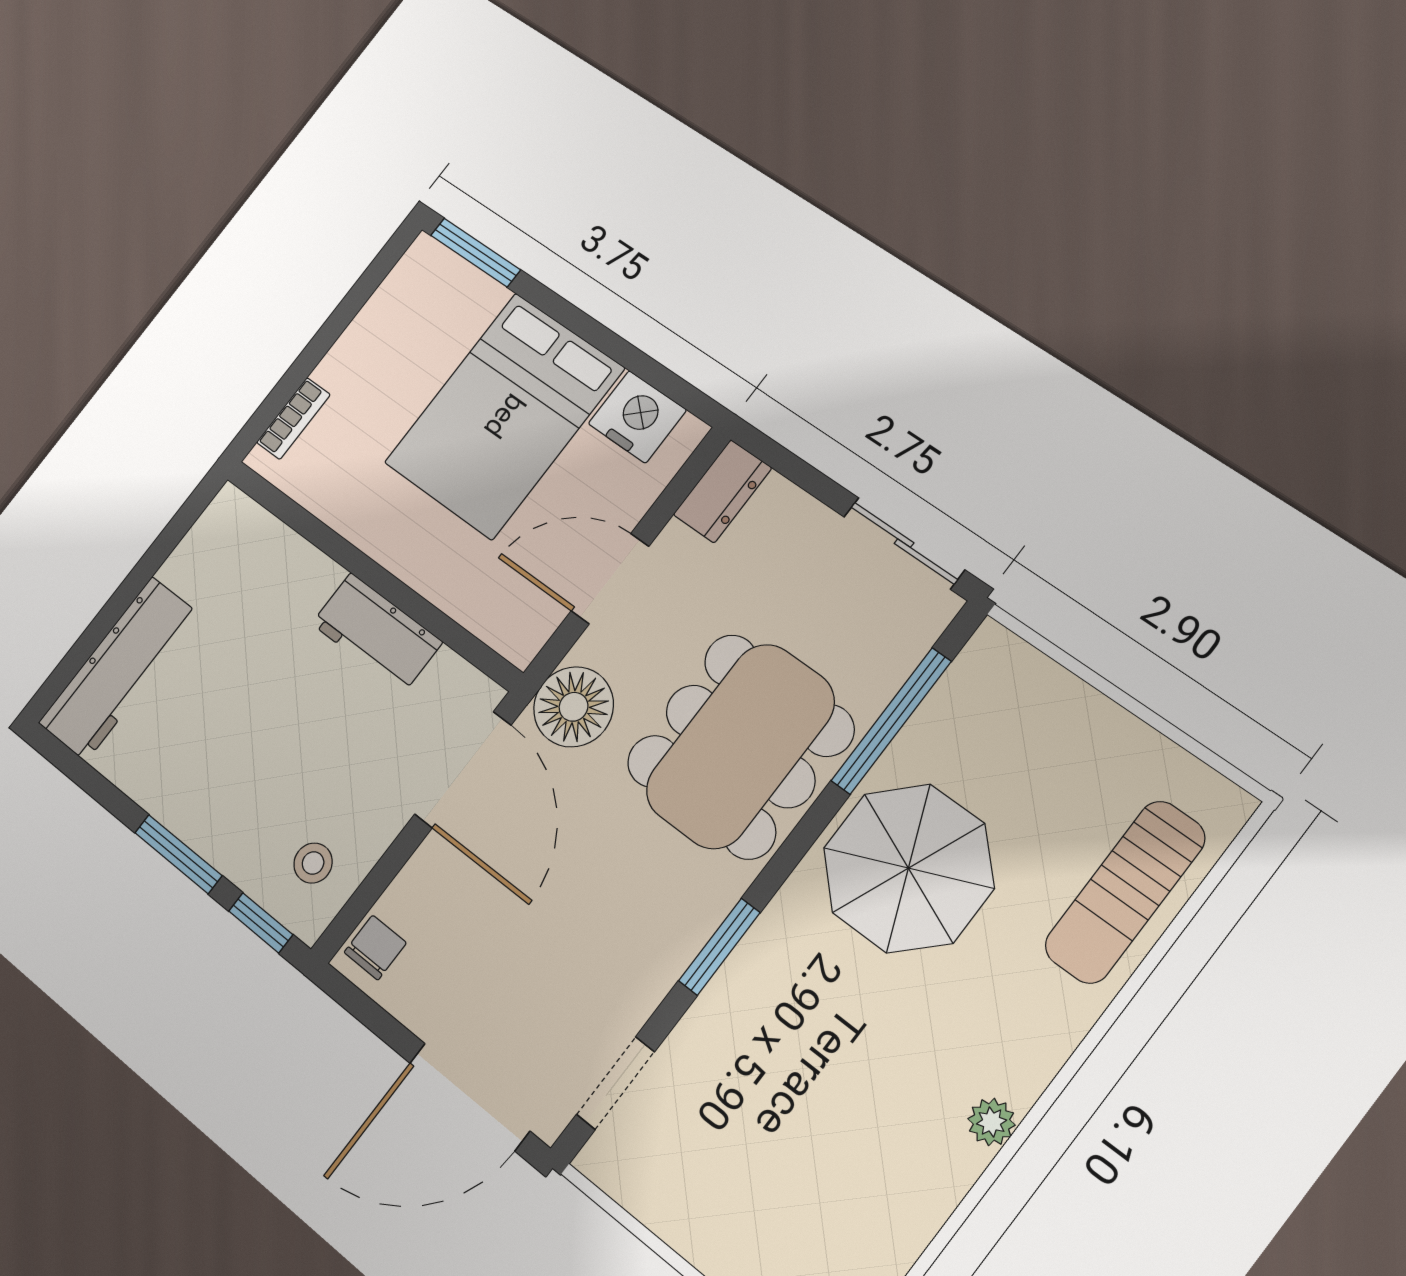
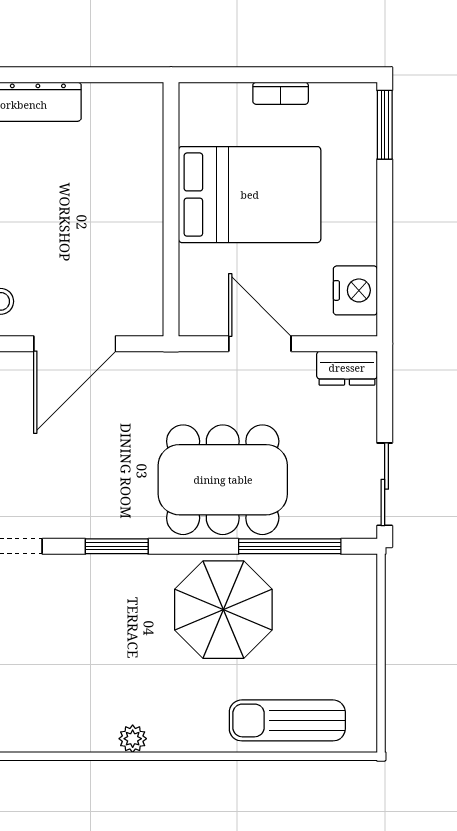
bed: (504, 416) -> (250, 195), moved, turned 180
bookcase: (293, 419) -> (281, 93), moved
workbench: (377, 633) -> (142, 238), removed
floor lamp: (574, 707) -> (180, 377), removed
door: (463, 770) -> (75, 344), moved

